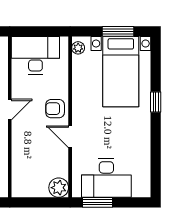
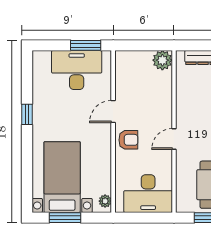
window: (156, 102) -> (27, 114), moved
door: (70, 137) -> (113, 112), swing flipped
plant: (59, 188) -> (162, 60), moved

